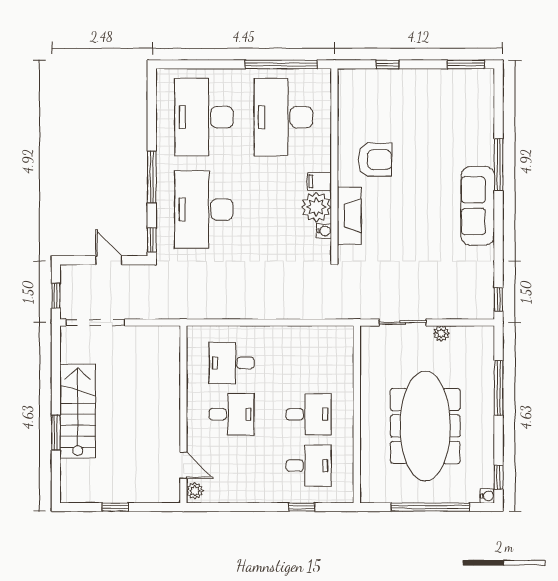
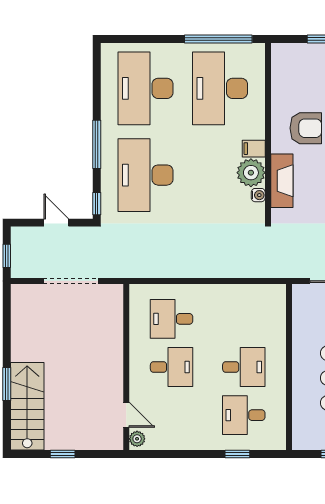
doorway: (95, 322) -> (71, 281), moved
stairs: (78, 411) -> (27, 406), moved
desk: (309, 466) -> (244, 415), turned 180

